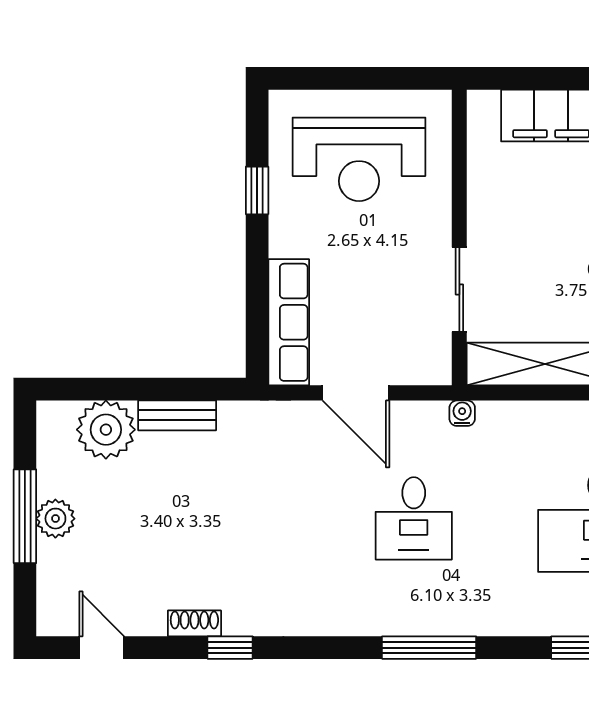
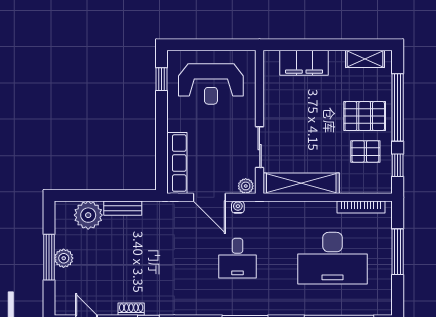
window: (257, 190) -> (162, 79), moved
plant: (431, 370) -> (246, 186), added
water cooler: (462, 413) -> (238, 207), moved

